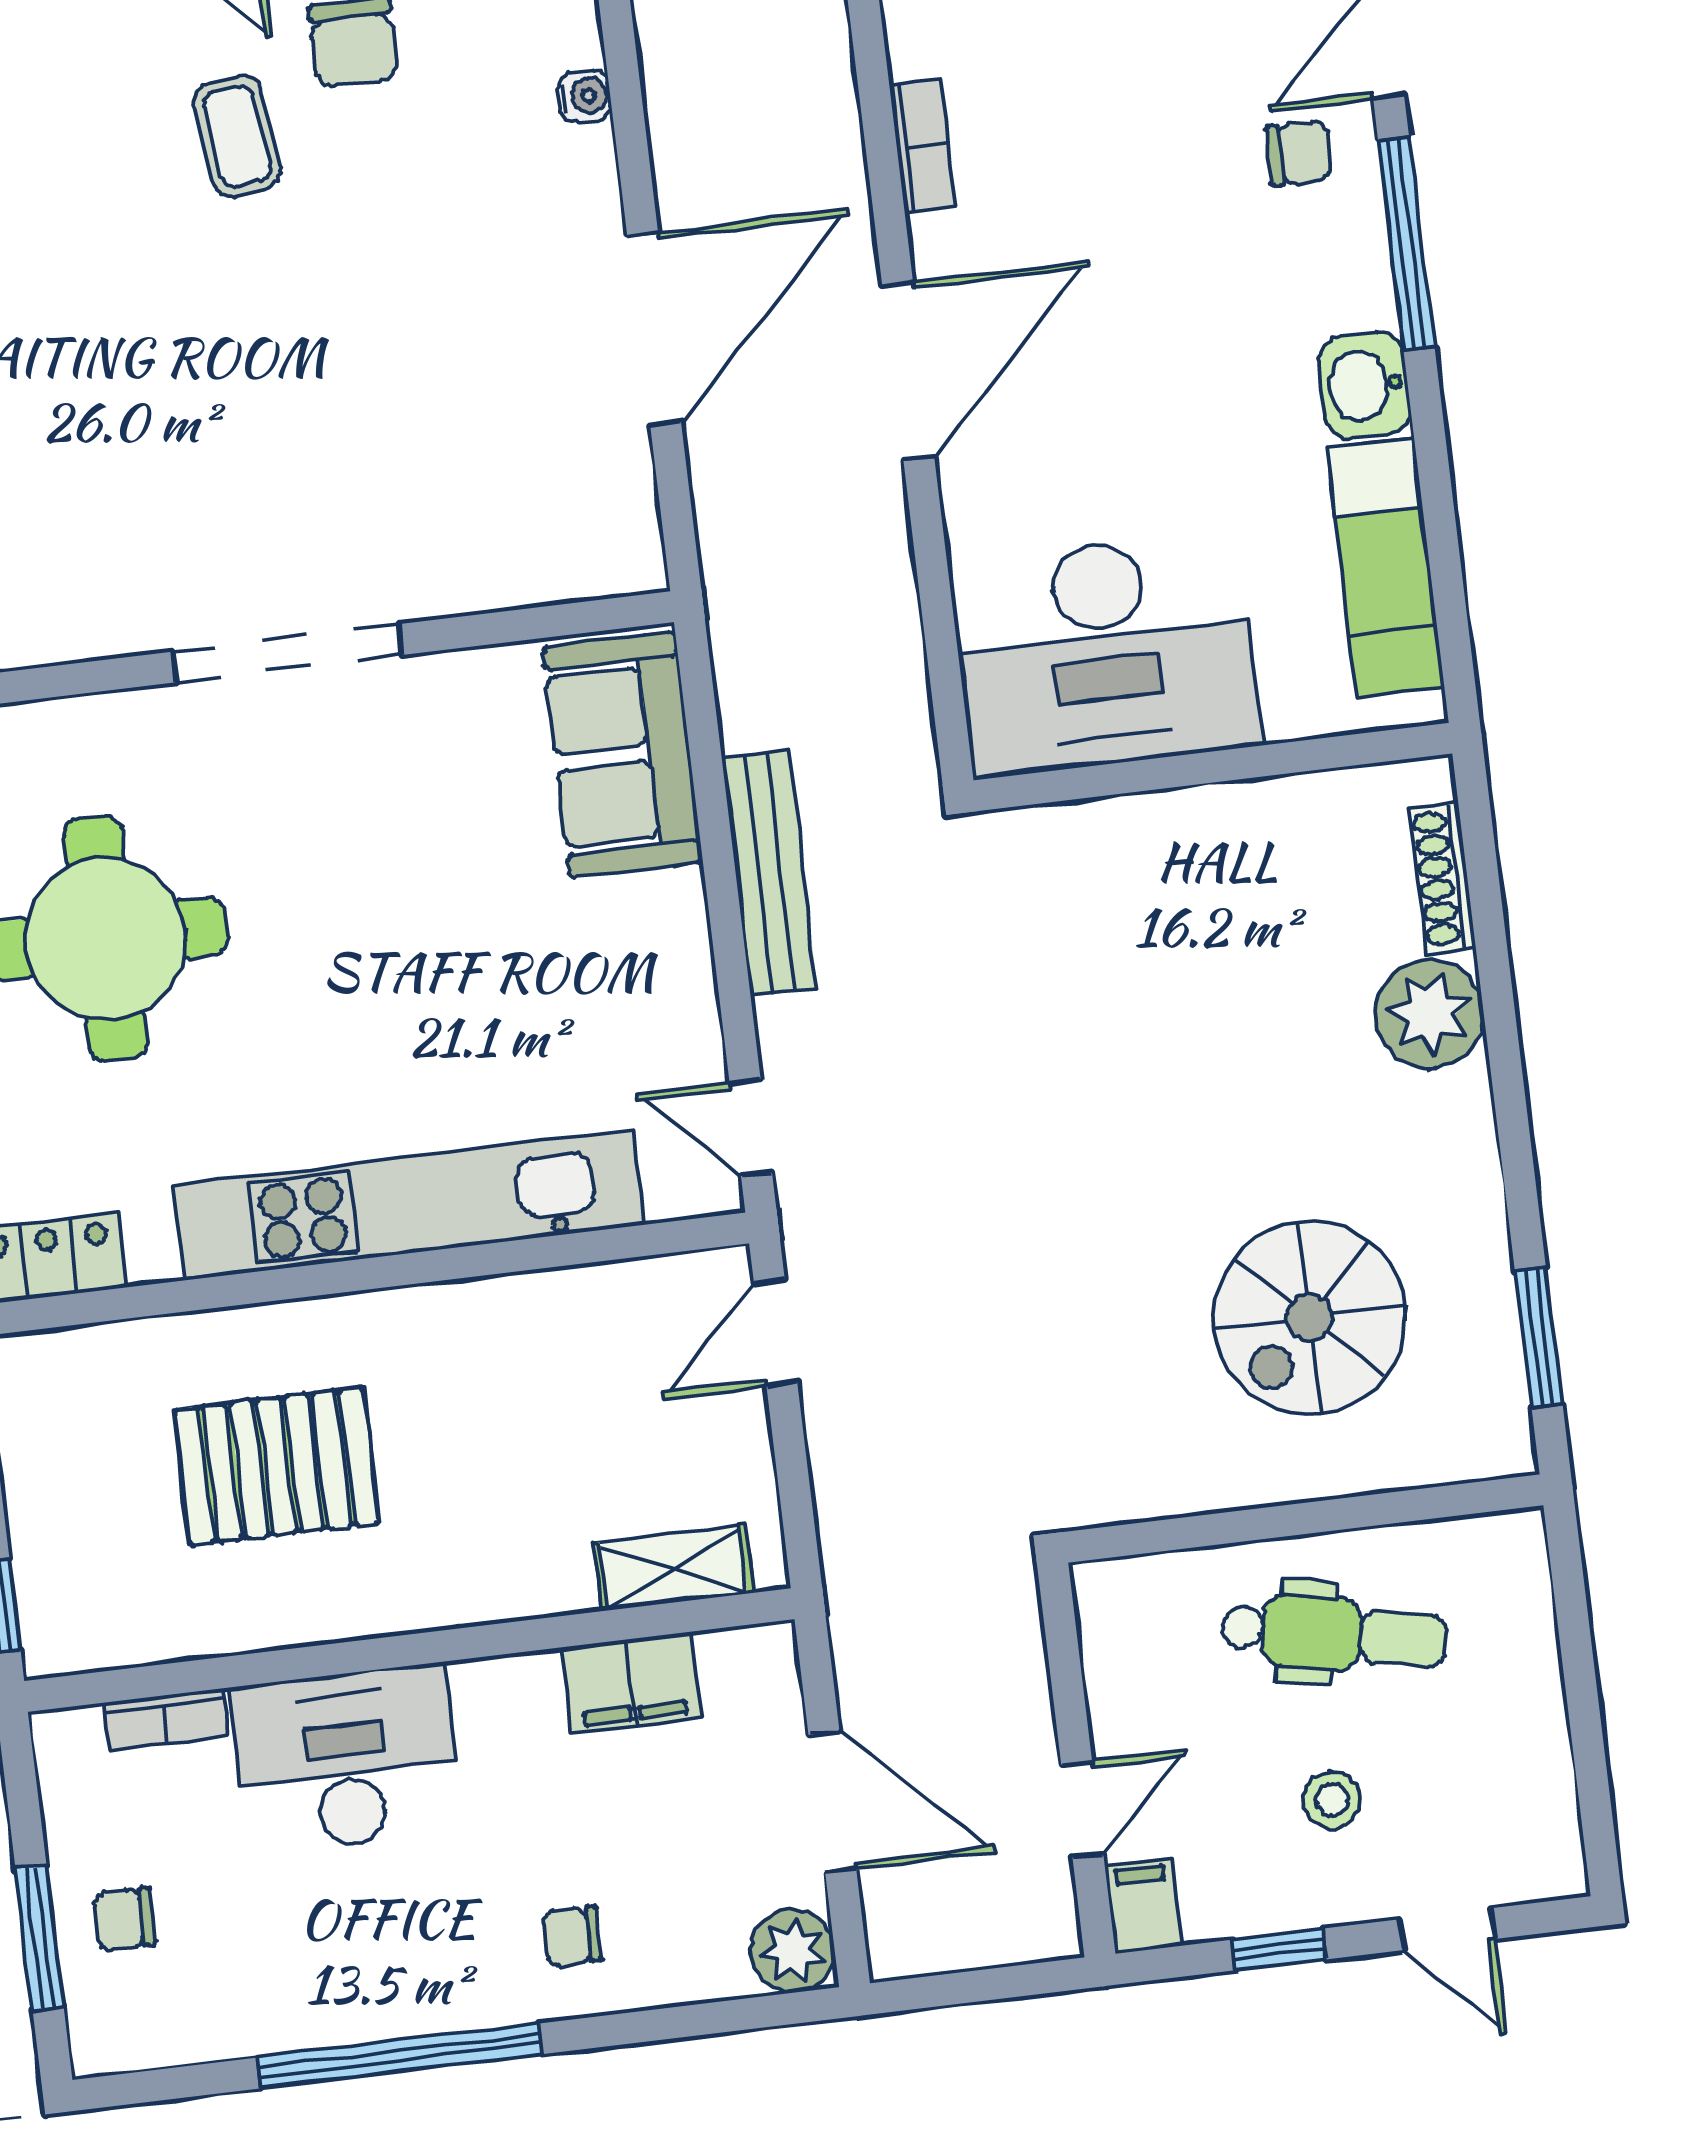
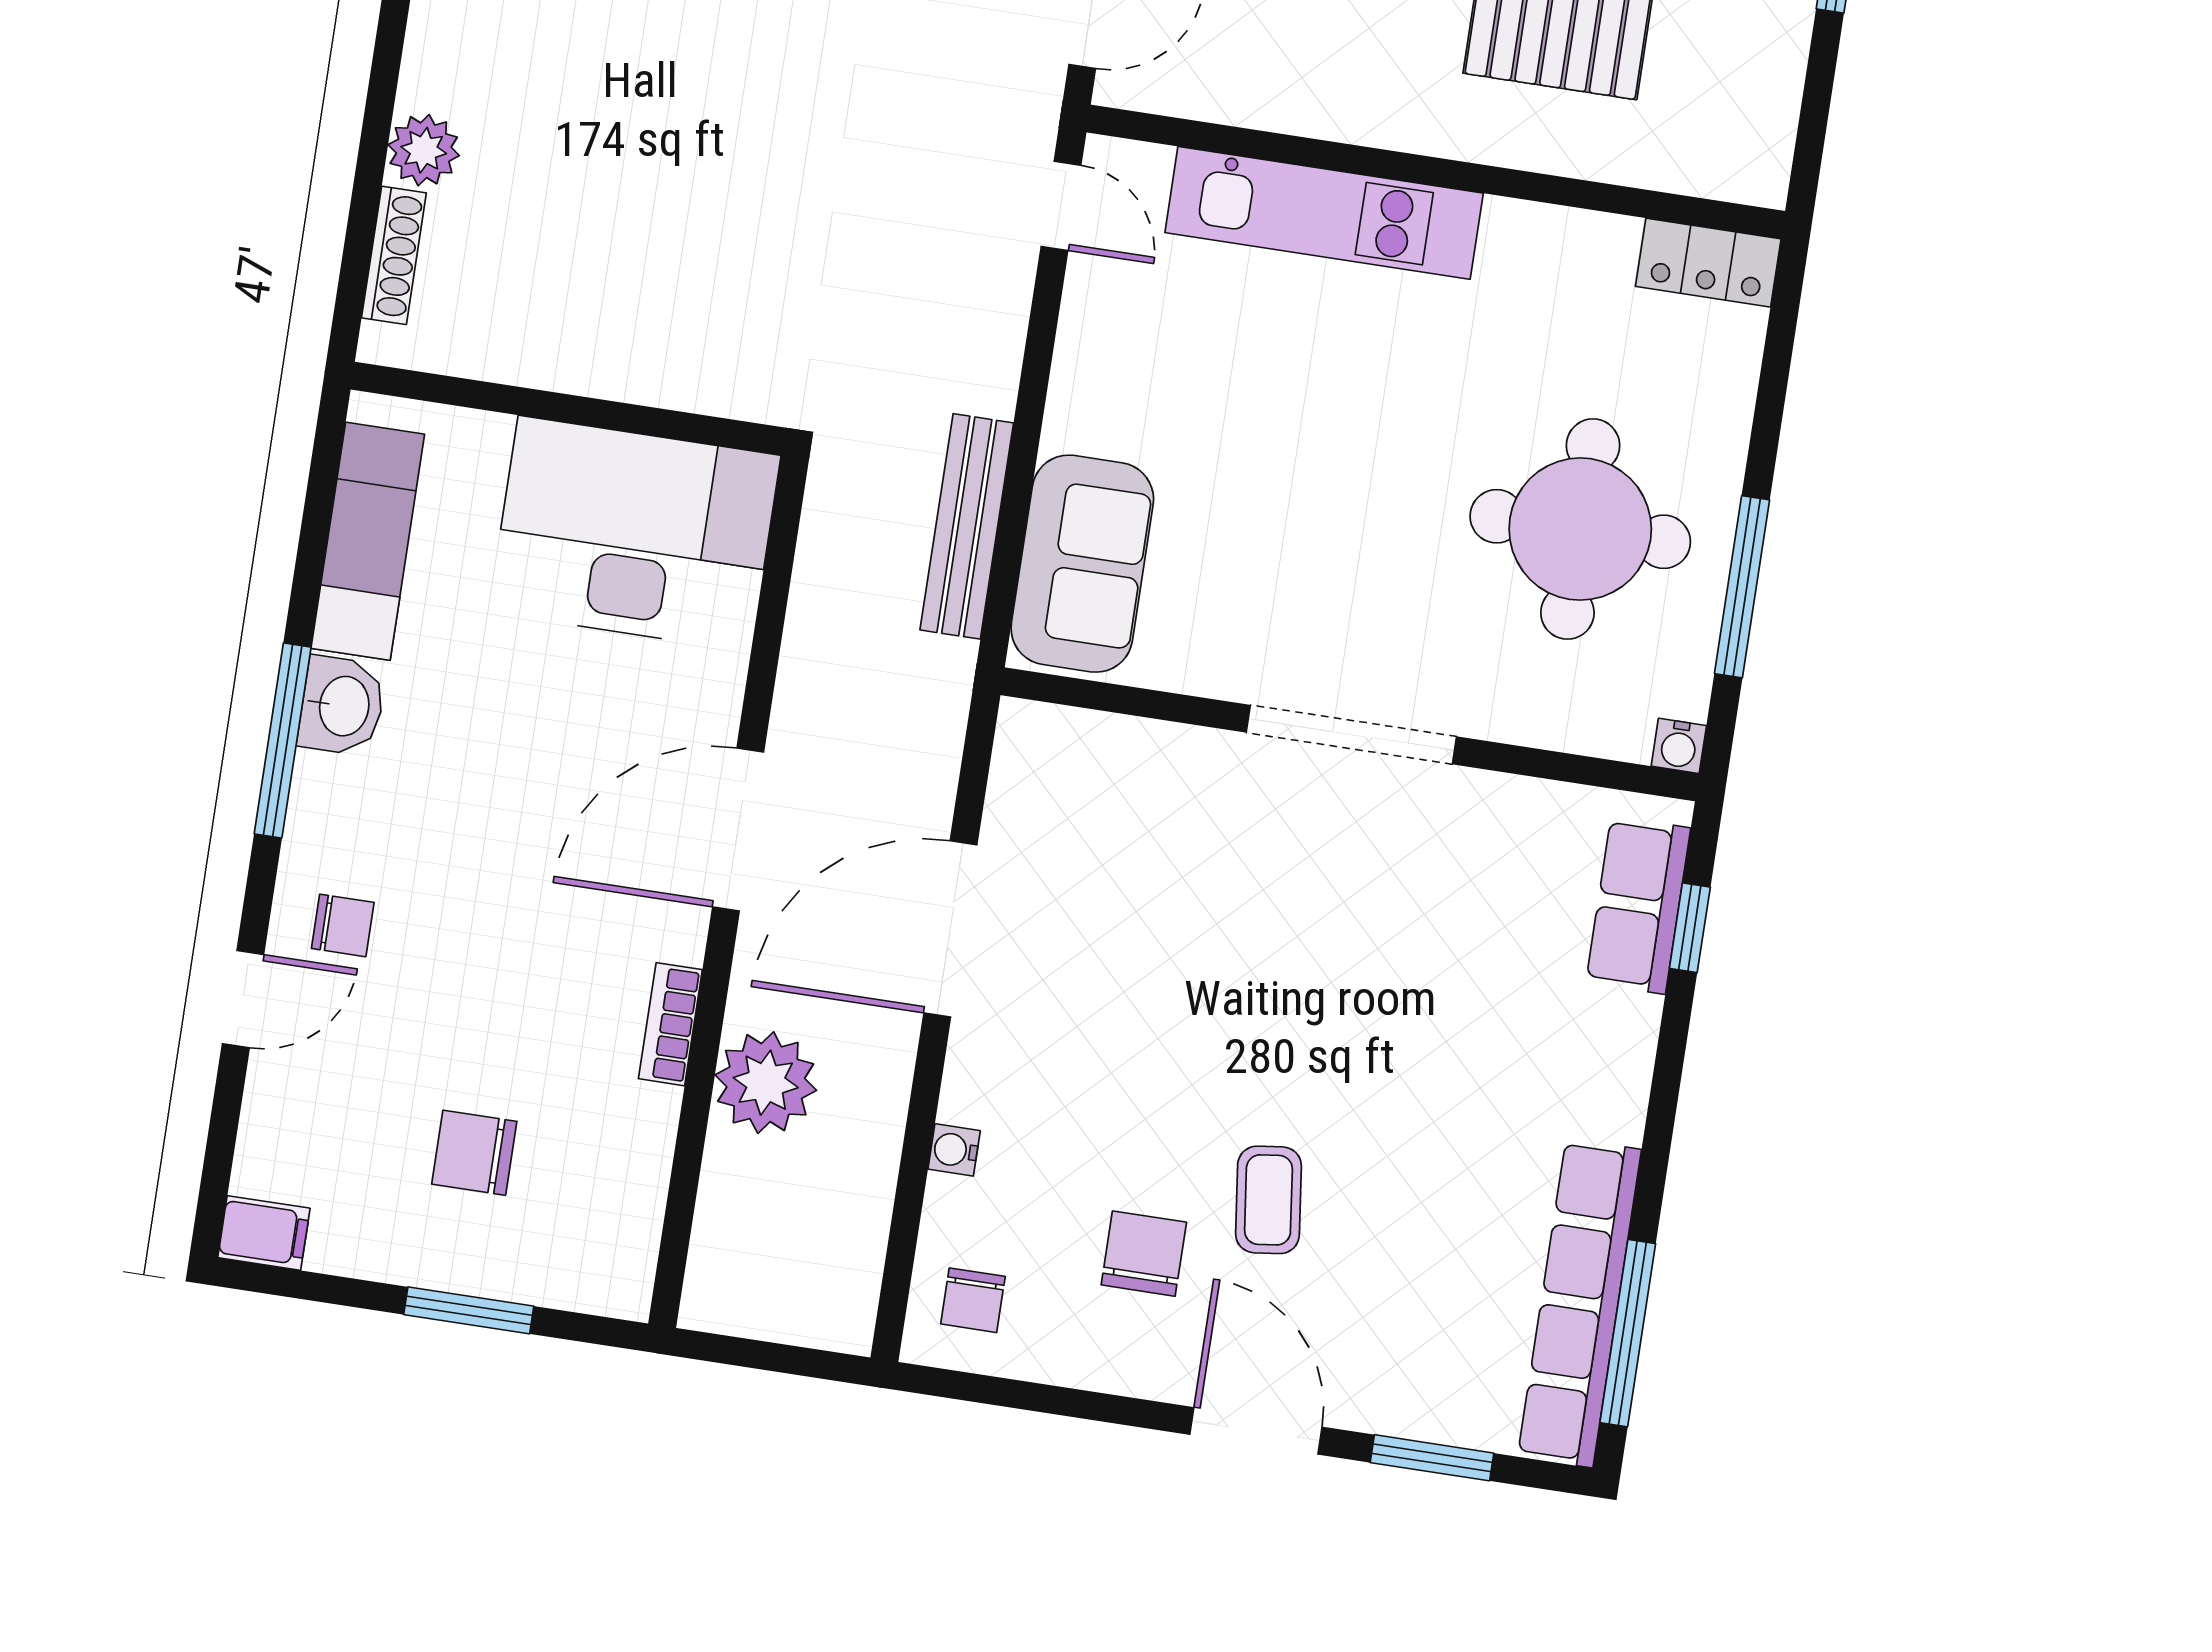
plant: (804, 112) -> (766, 1083), added
chair: (1299, 153) -> (343, 925), turned 180
window: (1406, 243) -> (283, 741), moved
bench: (769, 873) -> (967, 526), moved
plant: (1429, 1014) -> (424, 150), width x0.73, depth x0.73
kitchen unit: (409, 1205) -> (1324, 213), width x0.73

